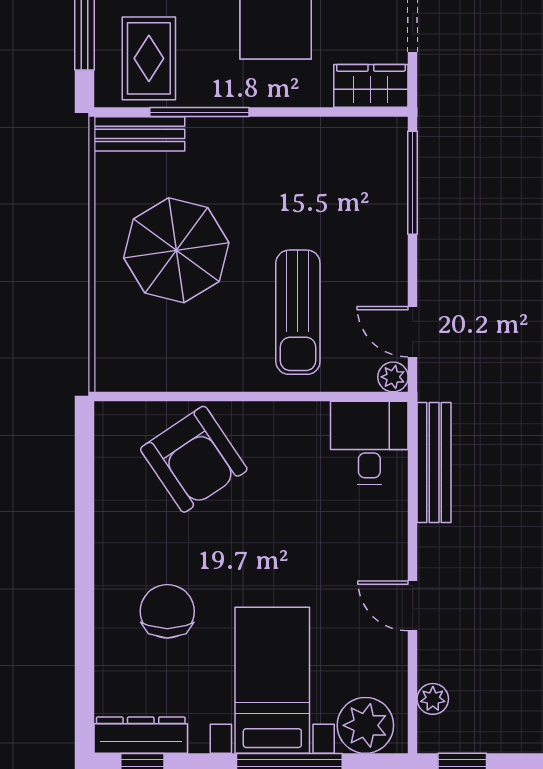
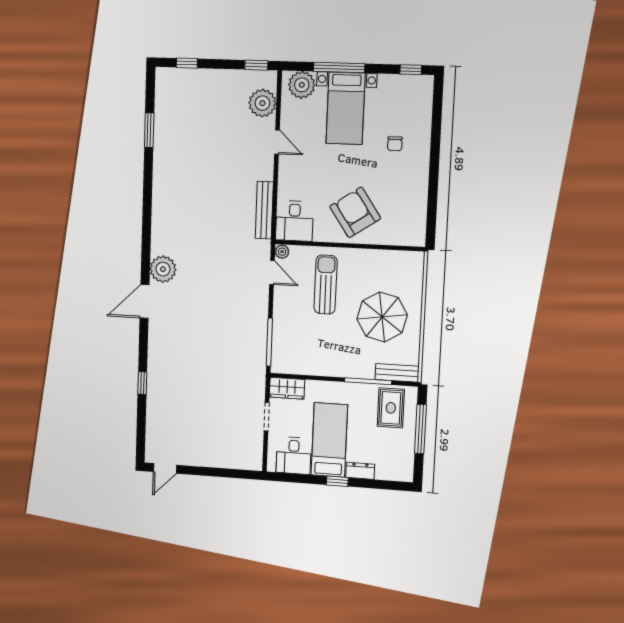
armchair: (194, 459) -> (355, 212), moved
chair: (167, 611) -> (395, 144), width x0.54, depth x0.54
plant: (433, 699) -> (262, 103), width x1.88, depth x1.88
dresser: (141, 735) -> (411, 83), removed

